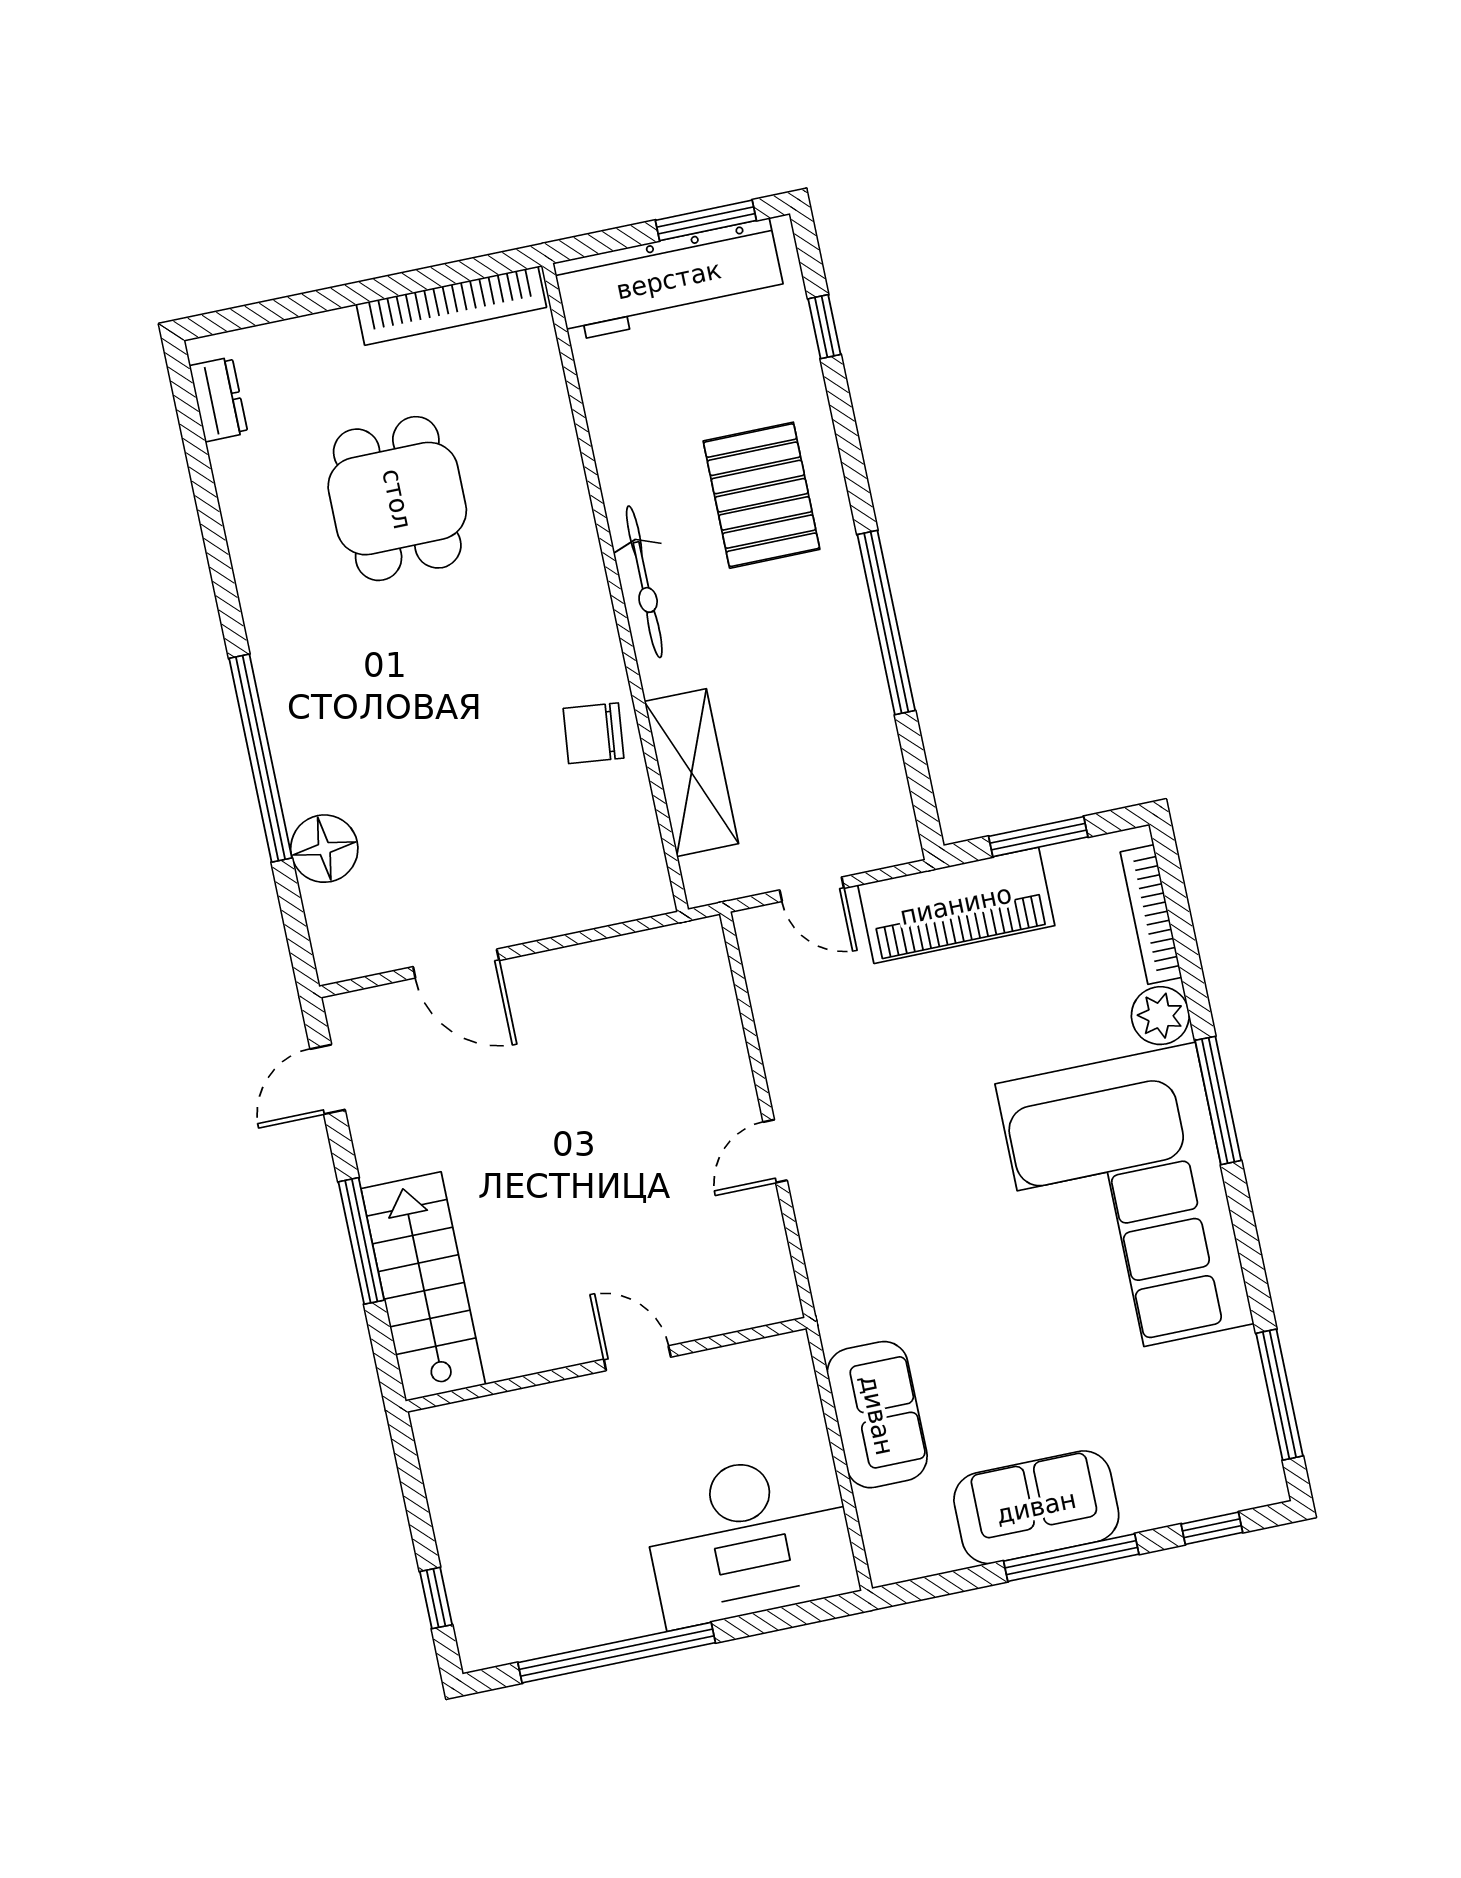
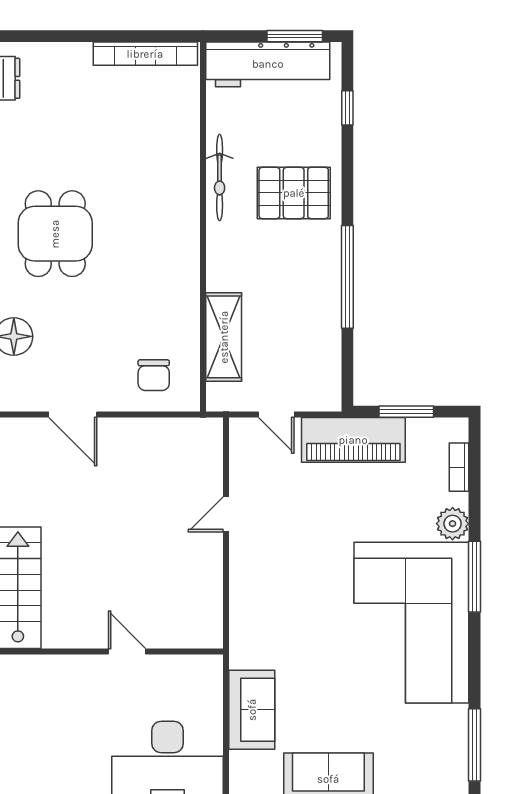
pallet: (762, 495) -> (294, 193), turned 90
dining table: (397, 499) -> (55, 234), moved
bicycle: (644, 582) -> (220, 177), moved
chair: (594, 733) -> (154, 375), moved, turned -96
bookcase: (1151, 915) -> (459, 467), width x0.64
door: (775, 1151) -> (226, 514), moved

